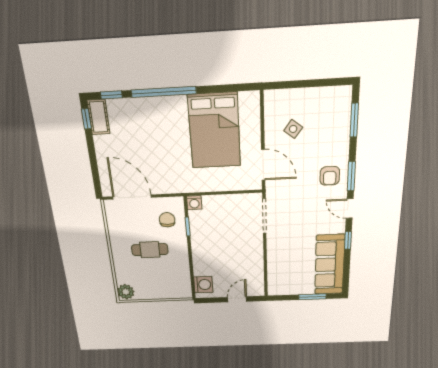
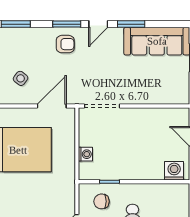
washing machine: (194, 203) -> (85, 154), moved
window: (348, 240) -> (131, 24), width x1.50

